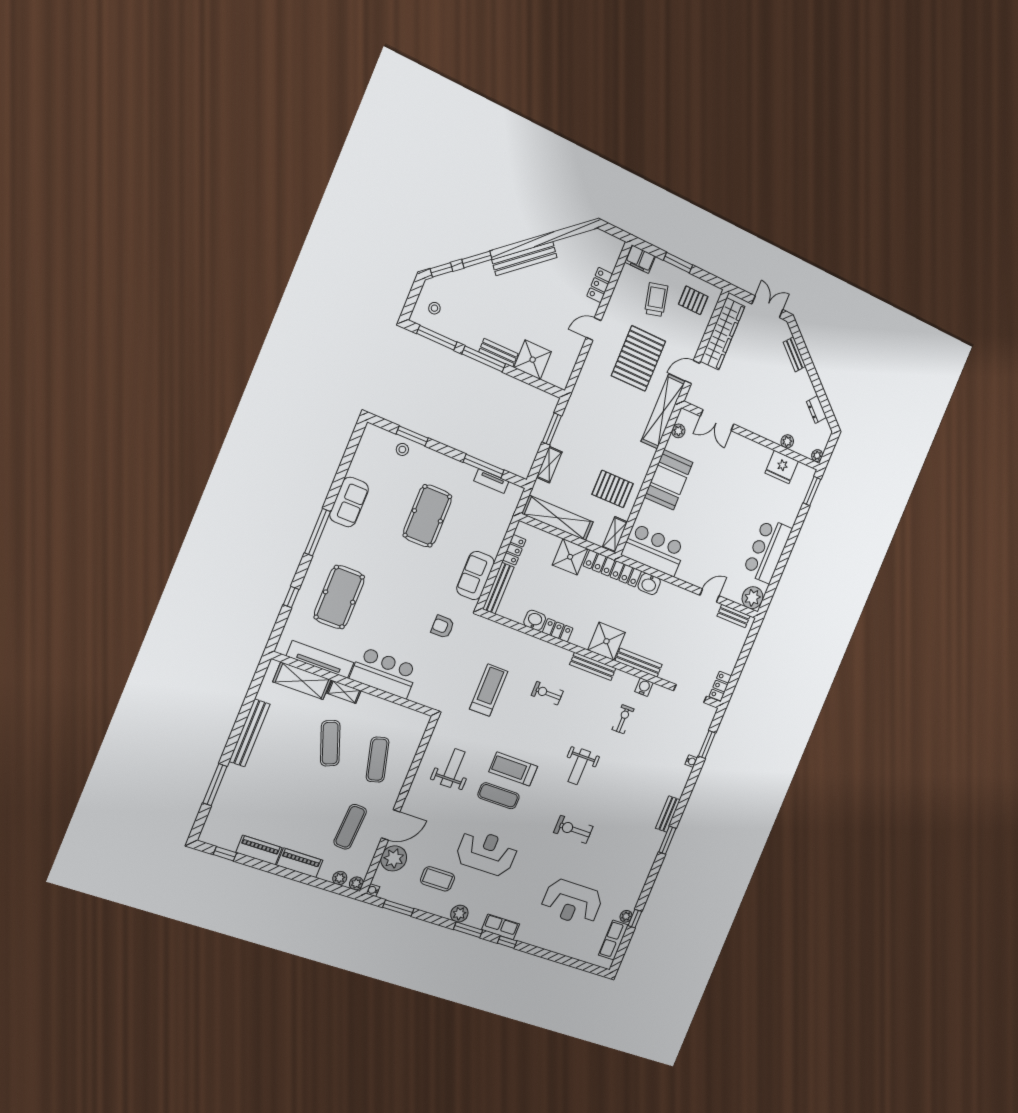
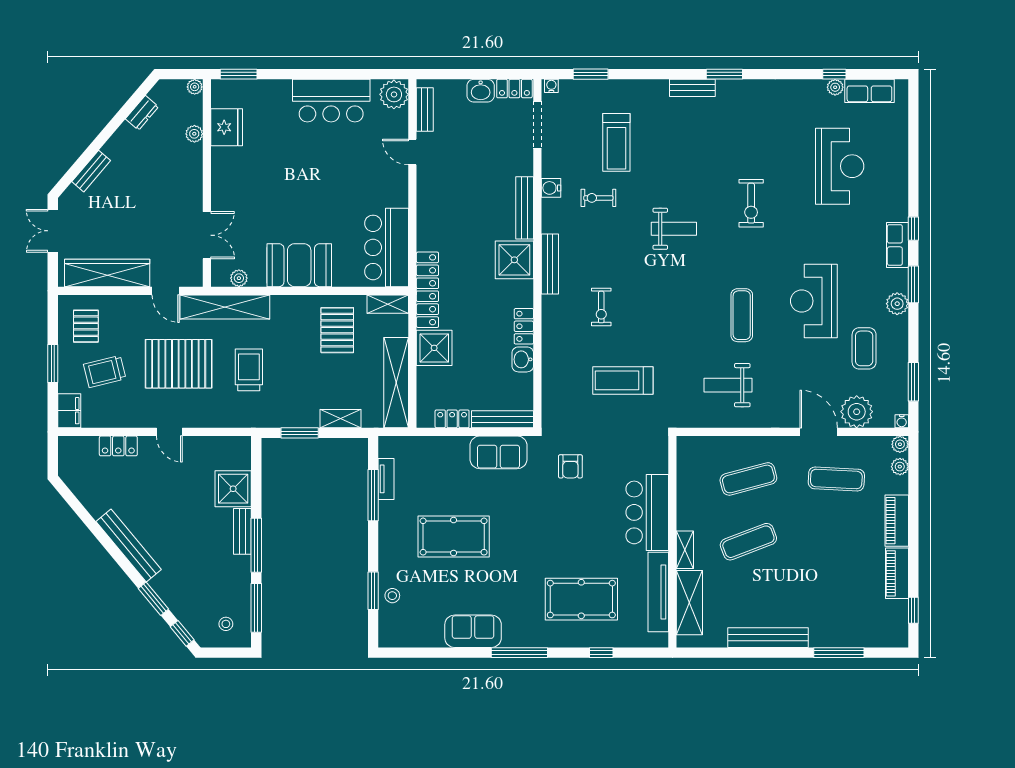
trolley: (612, 410) -> (249, 370), added
washbasin: (649, 584) -> (481, 91), moved, turned 90
water cooler: (691, 761) -> (551, 86), moved
treadmill: (513, 769) -> (616, 142), moved

